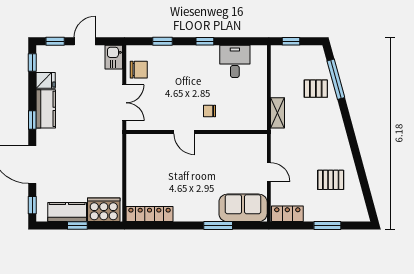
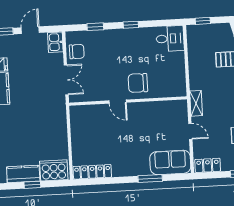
desk: (235, 61) -> (170, 39), moved, turned 90
chair: (210, 111) -> (138, 83), width x1.87, depth x1.87
shelving: (278, 113) -> (196, 103), moved

